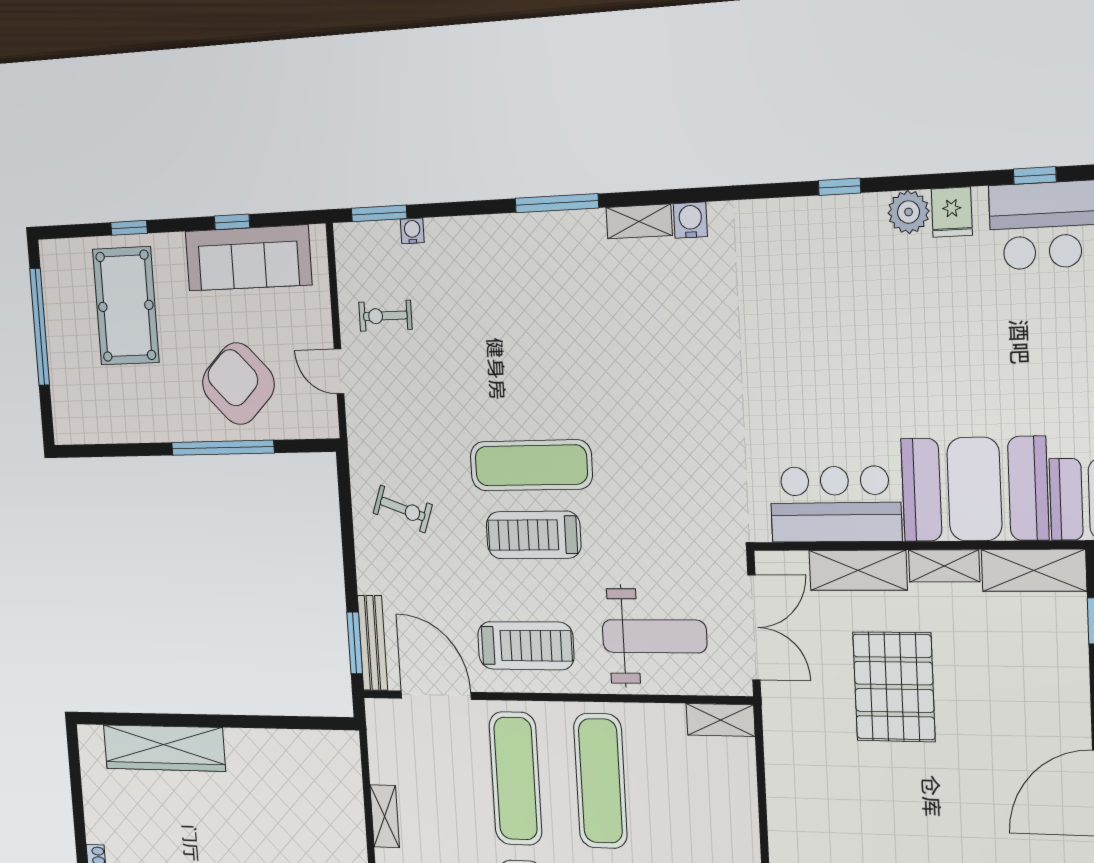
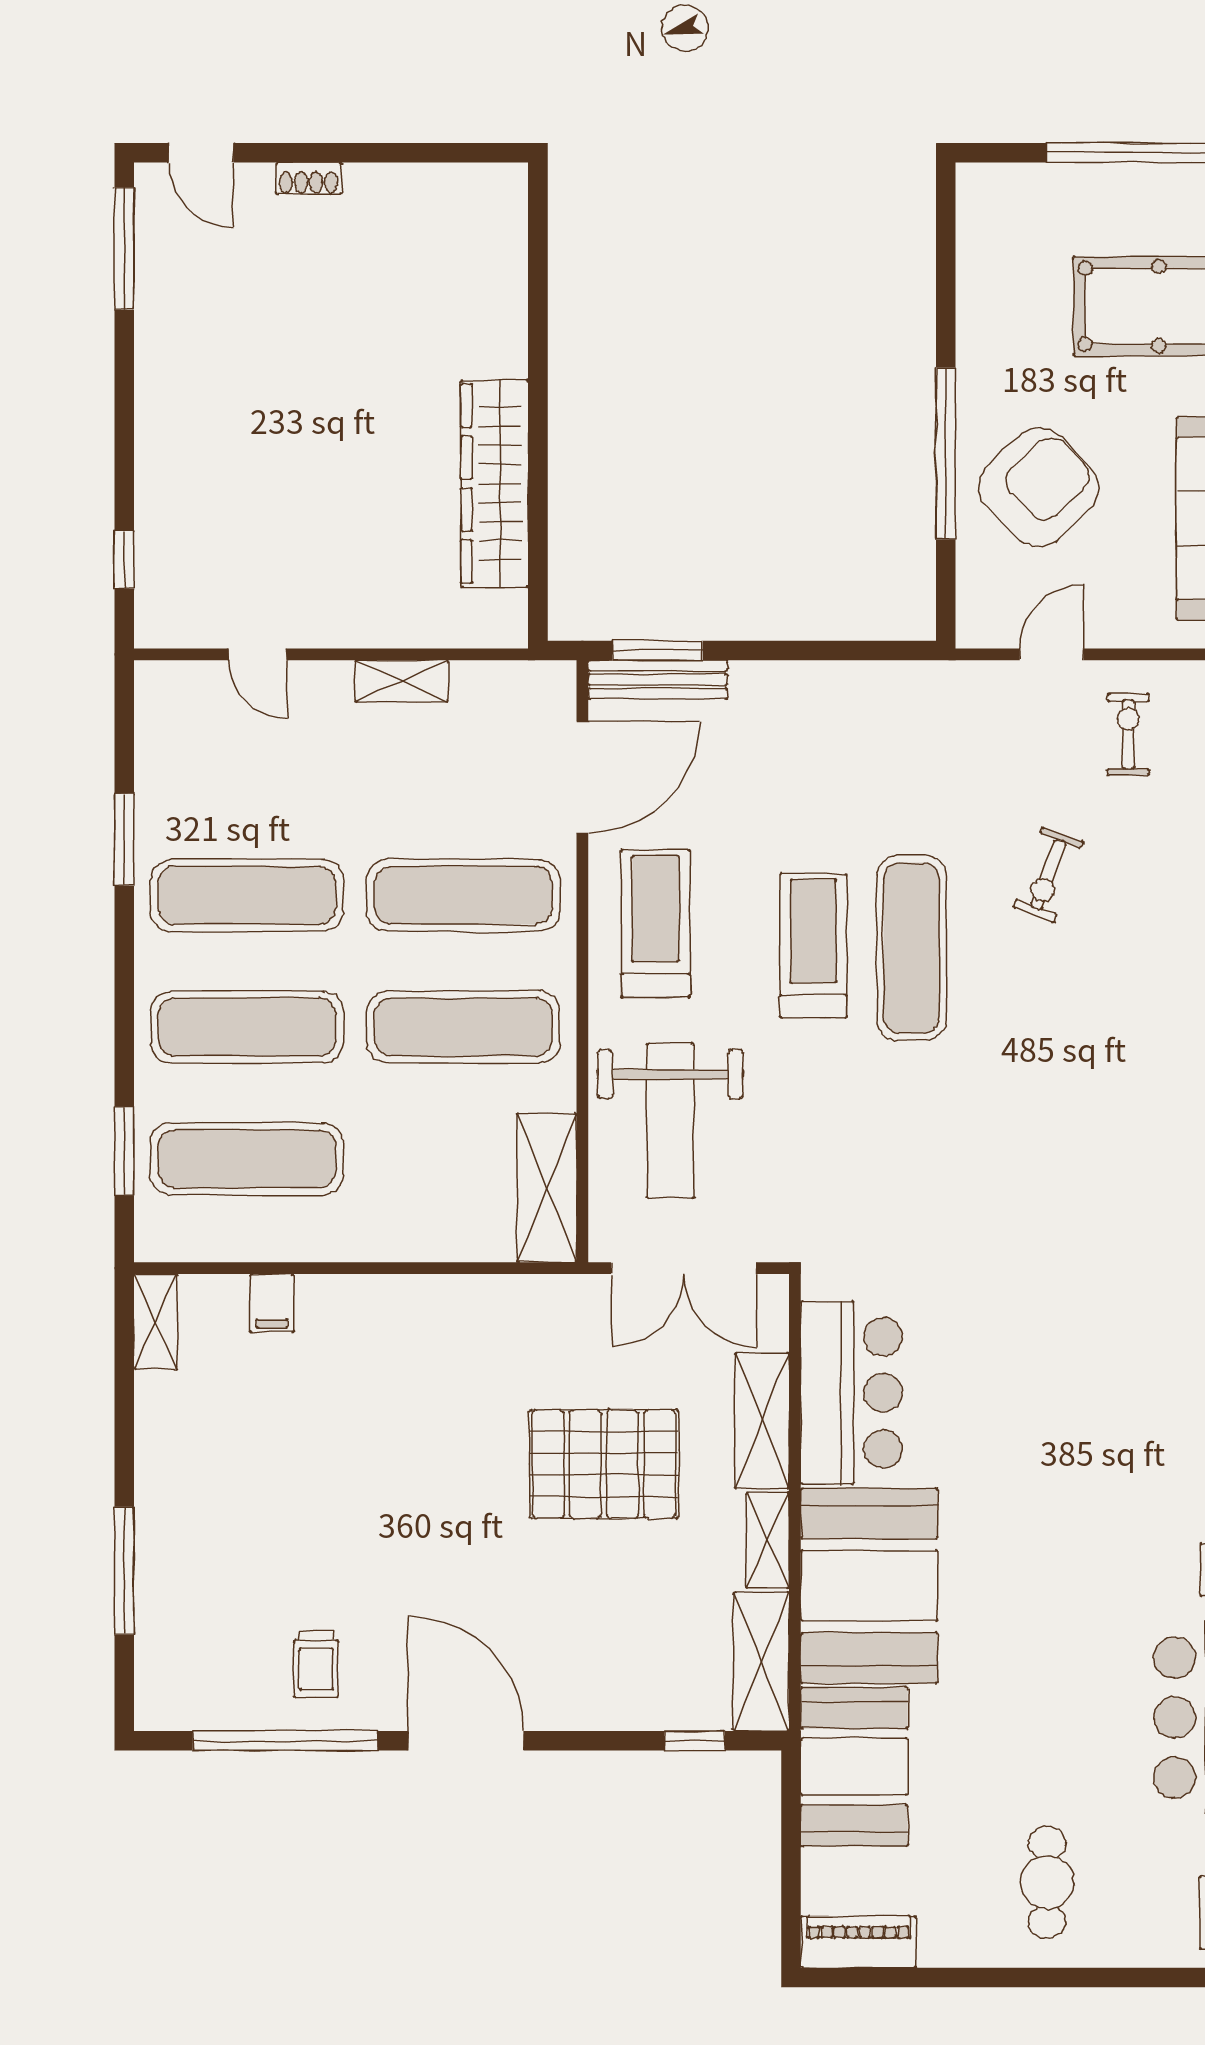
exercise bike: (403, 509) -> (1048, 875), moved
treadmill: (526, 646) -> (656, 923), turned 180
shelving: (721, 720) -> (547, 1188), width x1.50, depth x1.33
wardrobe: (164, 748) -> (495, 484), moved

